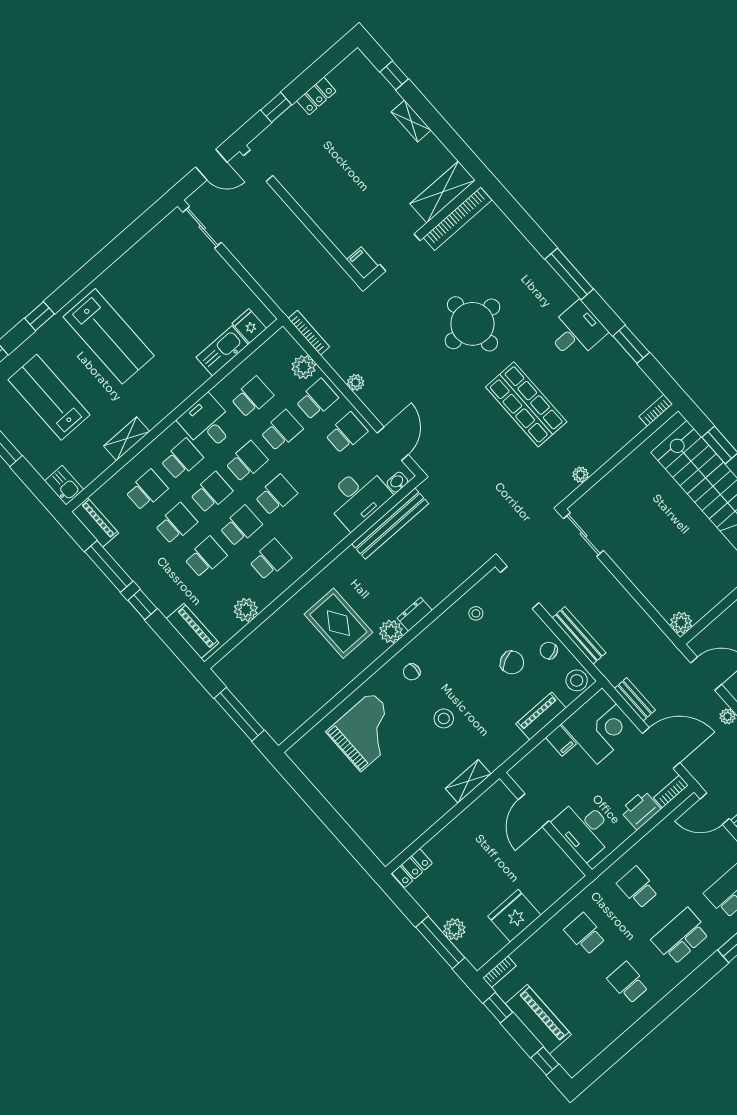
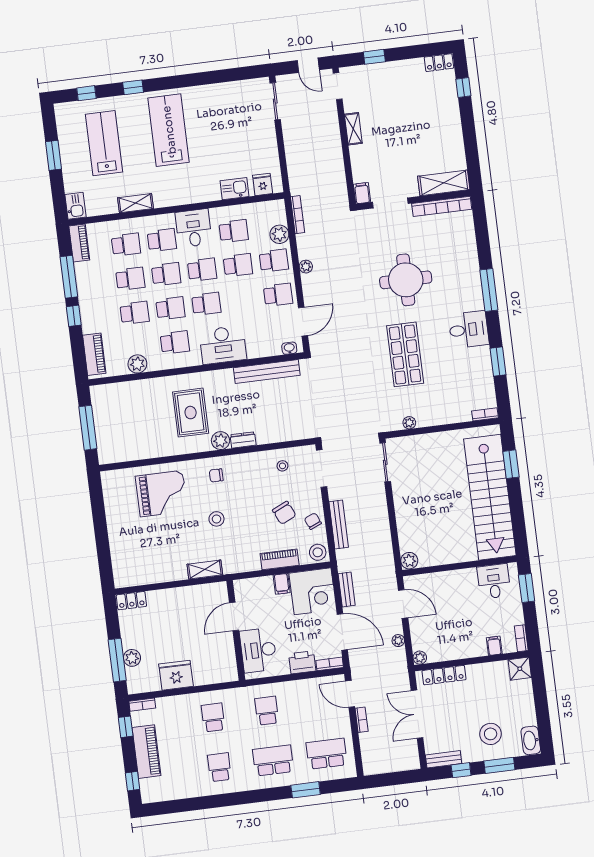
locker: (316, 96) -> (439, 63), moved
shelving: (411, 121) -> (353, 129), moved
lab bench: (109, 336) -> (169, 130), turned 180
kitchen sink: (222, 351) -> (234, 189), width x0.73
desk: (358, 497) -> (223, 345), moved

